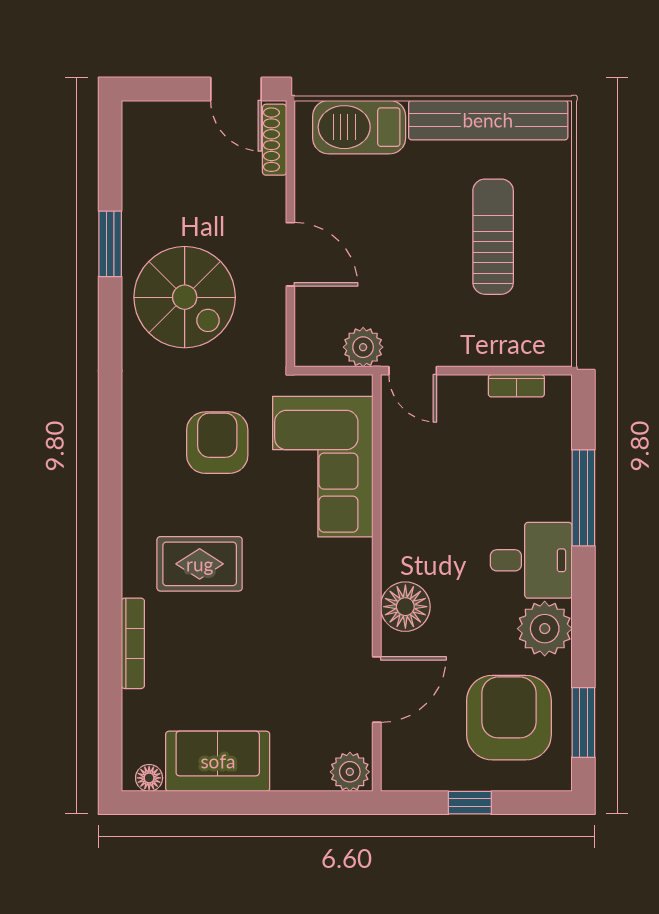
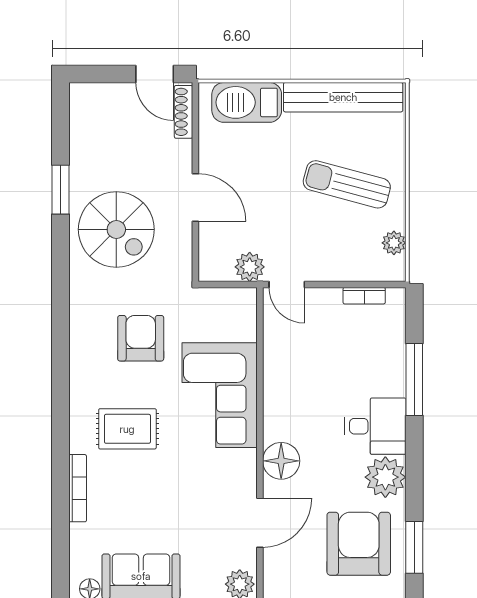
sun lounger: (493, 237) -> (347, 184), turned -75
plant: (556, 315) -> (394, 243), added
corner sofa: (323, 467) -> (220, 395), moved

